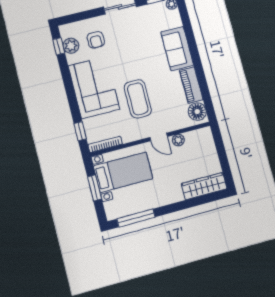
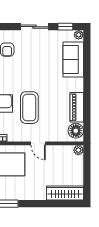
sofa: (177, 49) -> (73, 60), moved
plant: (178, 140) -> (78, 150), moved

